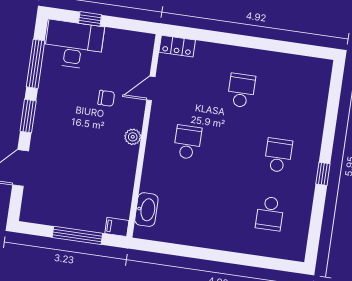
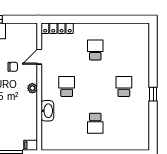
locker: (177, 46) -> (57, 28), width x1.53
washbasin: (146, 210) -> (47, 111), moved
school desk: (270, 213) -> (95, 123), moved

